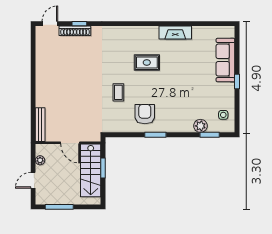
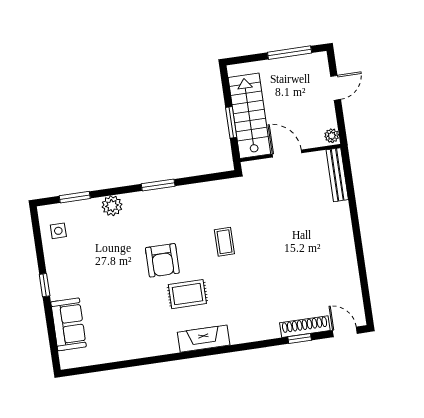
door: (50, 24) -> (345, 332), swing flipped
fireplace: (175, 33) -> (204, 339), moved
sofa: (225, 60) -> (68, 324), width x0.73
armchair: (145, 114) -> (162, 260), moved
plant: (200, 126) -> (112, 206), moved
plant: (40, 160) -> (332, 136), moved

